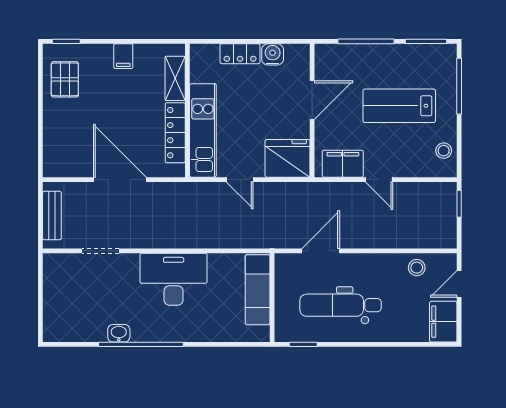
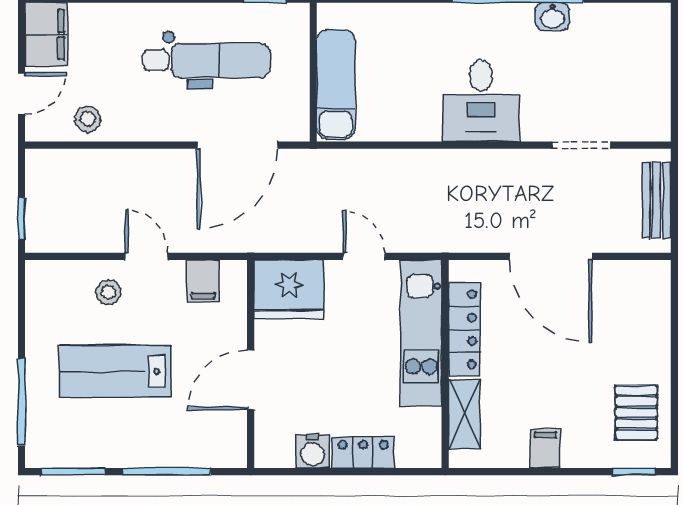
lab bench: (399, 106) -> (115, 371), turned 180
stool: (444, 151) -> (108, 292), moved
filing cabinet: (343, 164) -> (203, 281), width x0.50
door: (321, 251) -> (237, 145), width x1.36
desk: (174, 279) -> (481, 101), width x0.73

